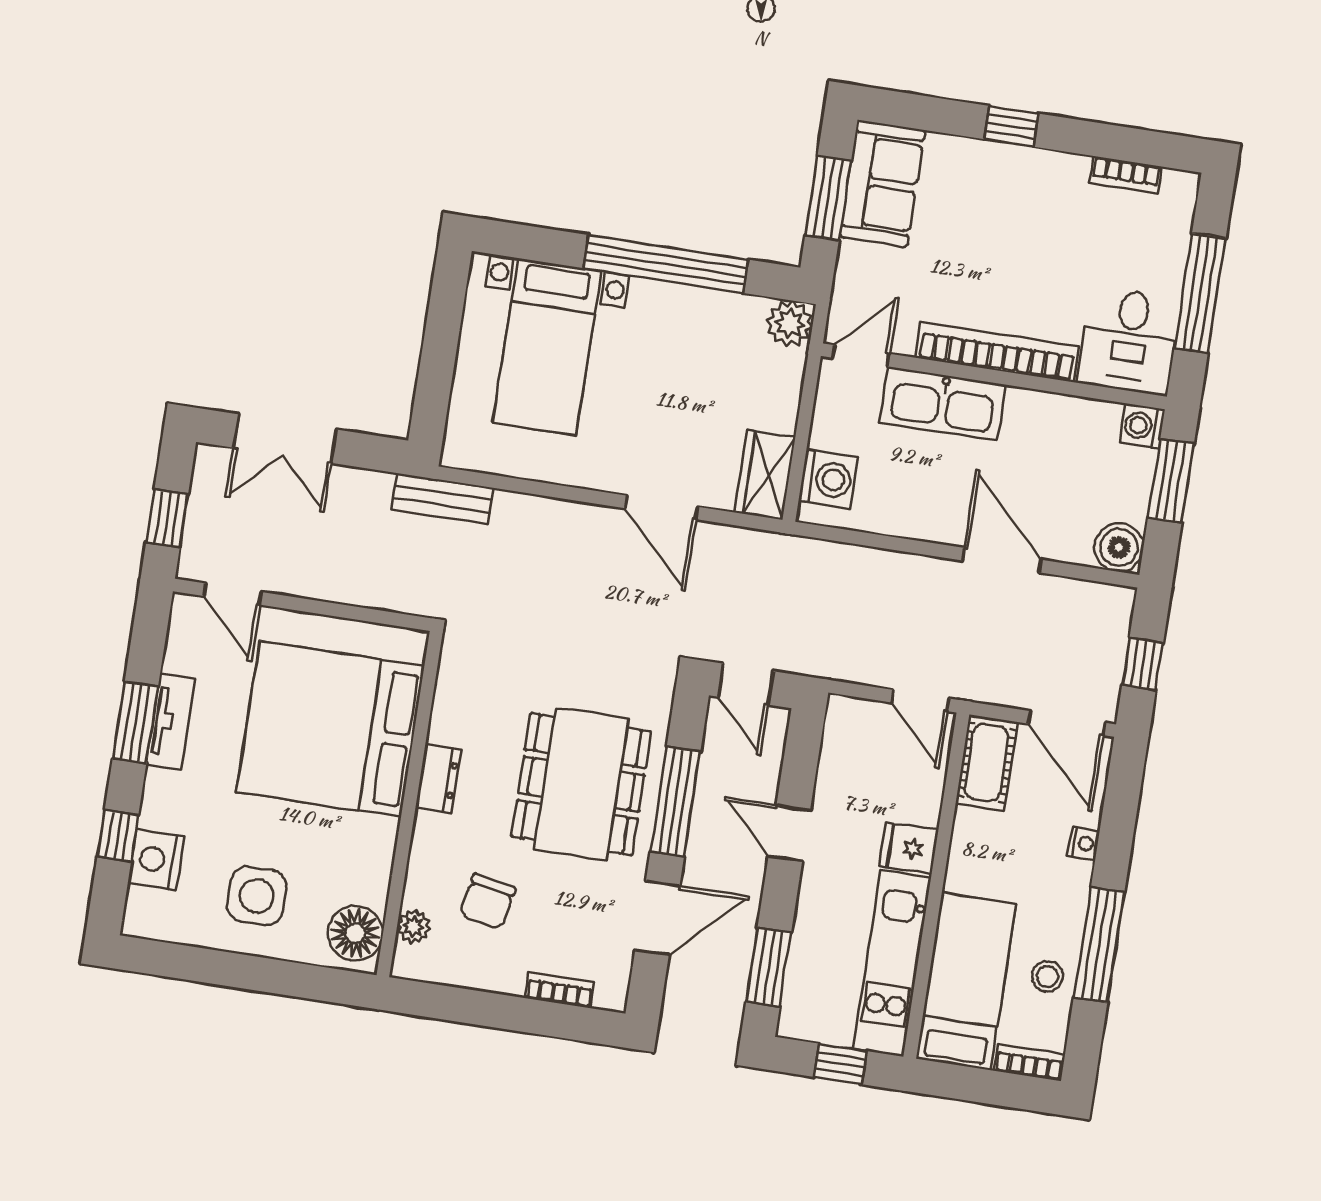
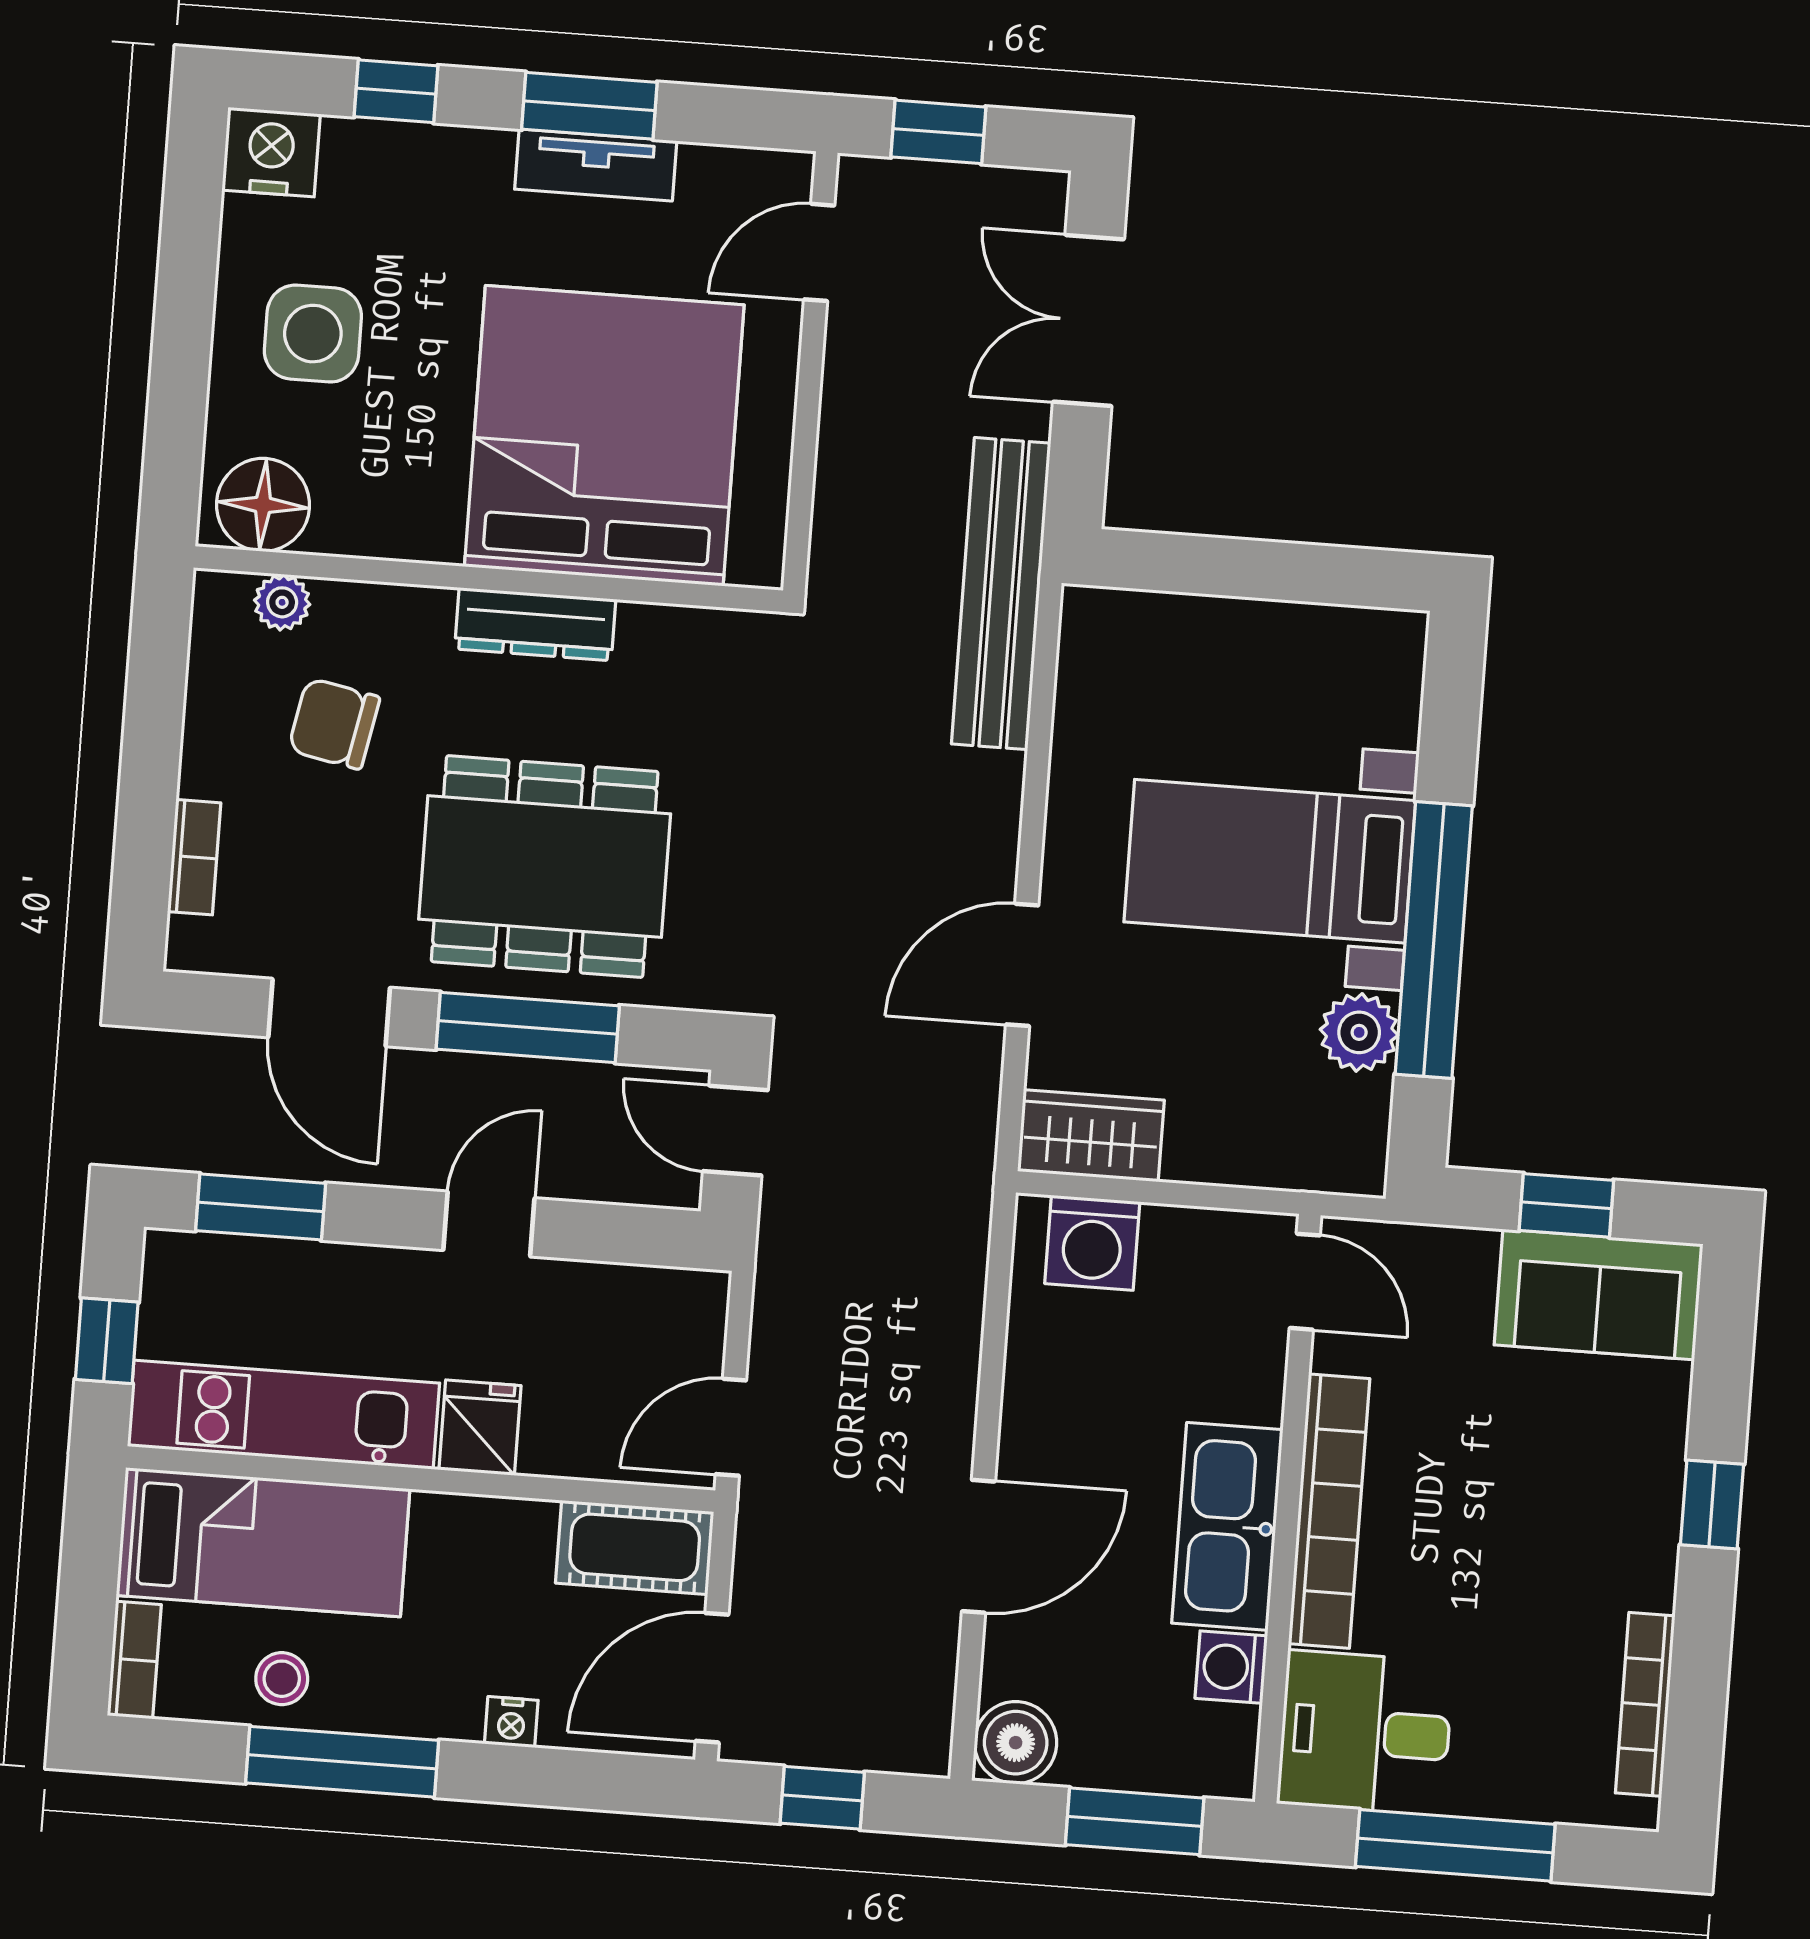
bookcase: (1126, 175) -> (1645, 1704), width x1.56
window: (828, 198) -> (1566, 1205), width x0.67
plant: (790, 323) -> (1359, 1032), moved
bed with nightstands: (547, 347) -> (1270, 861), moved
kitchen sink: (943, 404) -> (1227, 1526), moved
washing machine: (1142, 426) -> (1231, 1667), moved, turned -90
bench: (442, 499) -> (1001, 594), width x1.86, depth x1.21
door: (746, 684) -> (735, 1131), hinge flipped
dresser: (438, 778) -> (535, 624), width x1.44
nightstand: (156, 860) -> (271, 152), moved

